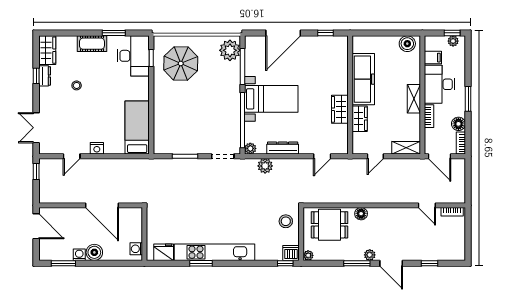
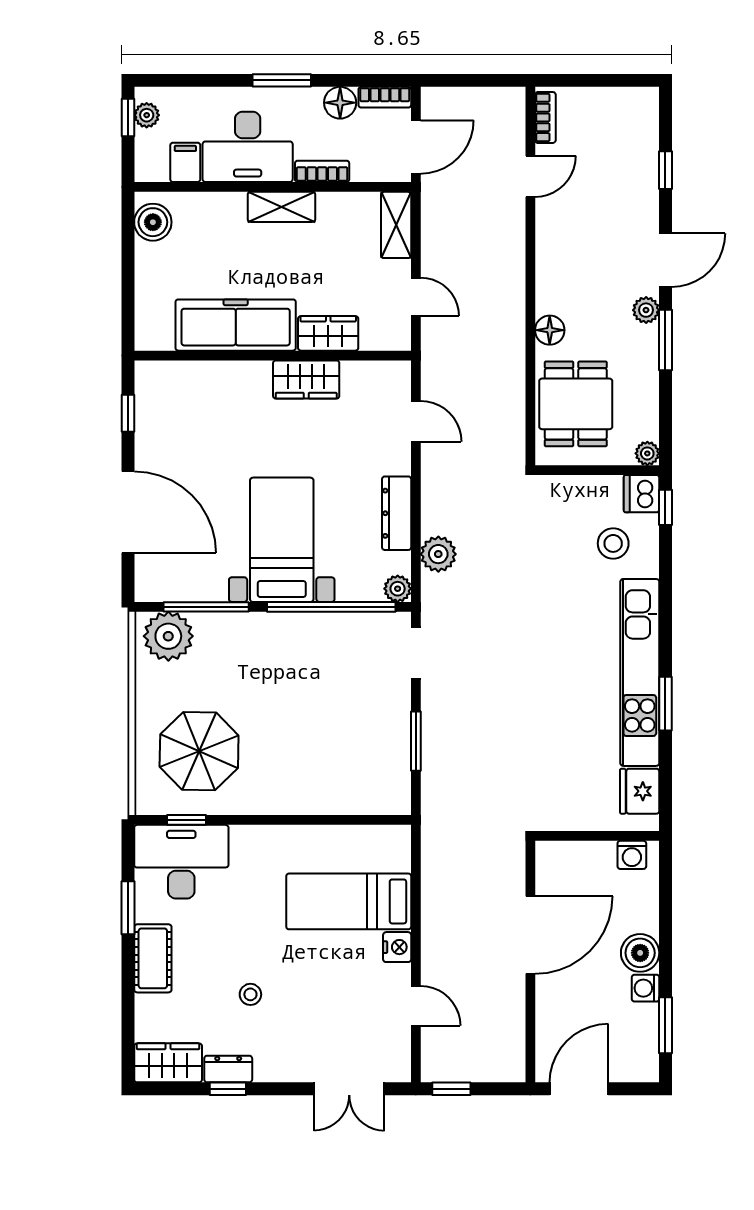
bed: (137, 128) -> (349, 901), moved
stool: (286, 221) -> (613, 543), moved

